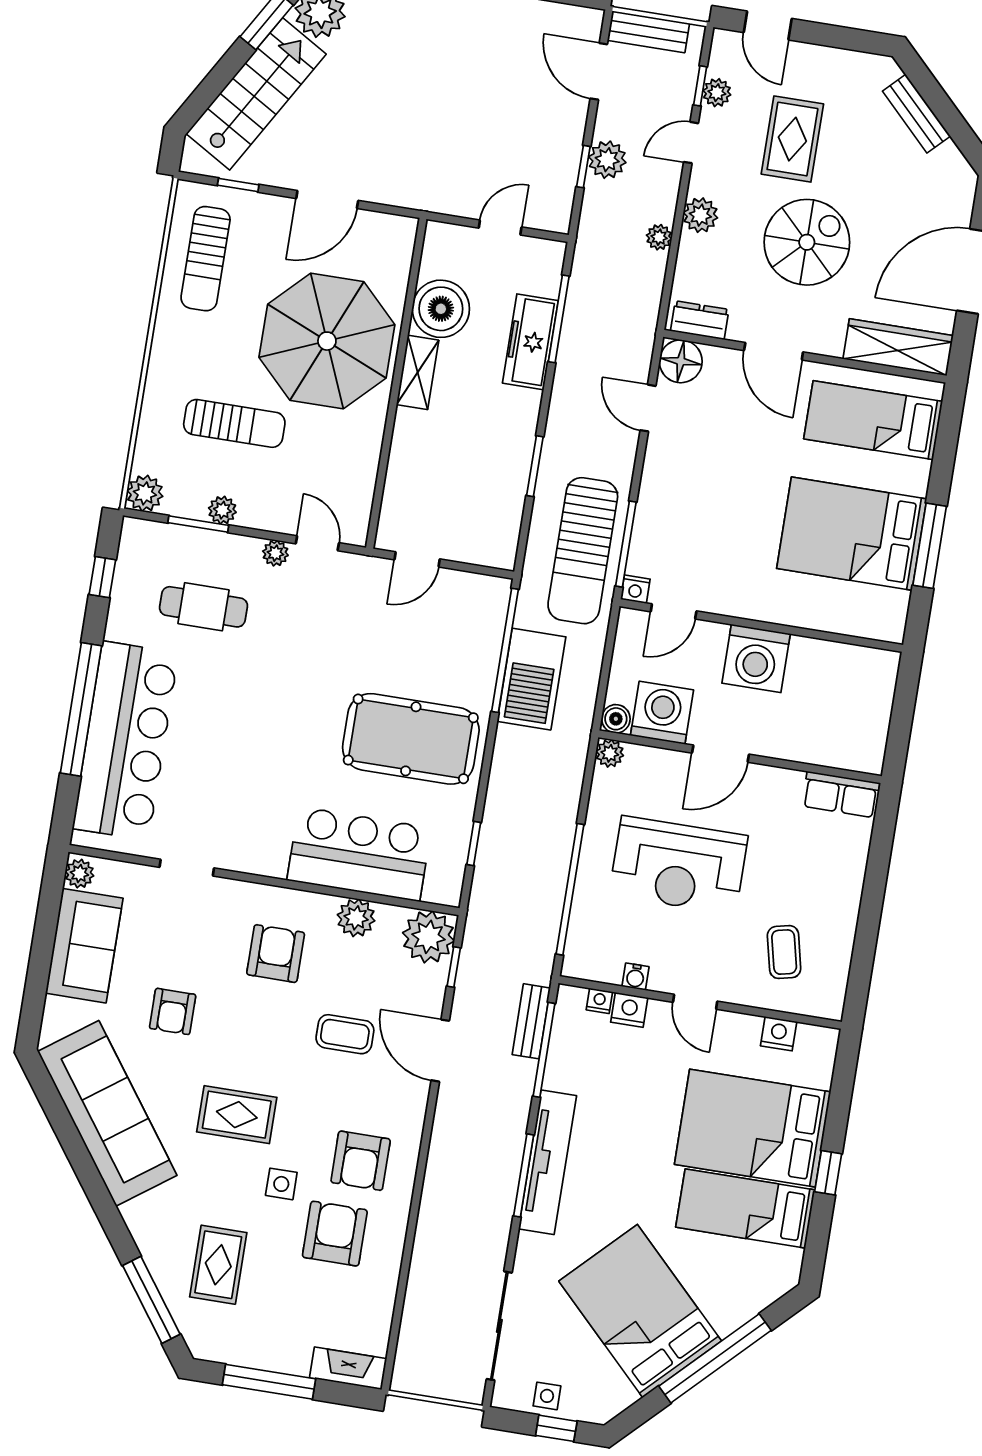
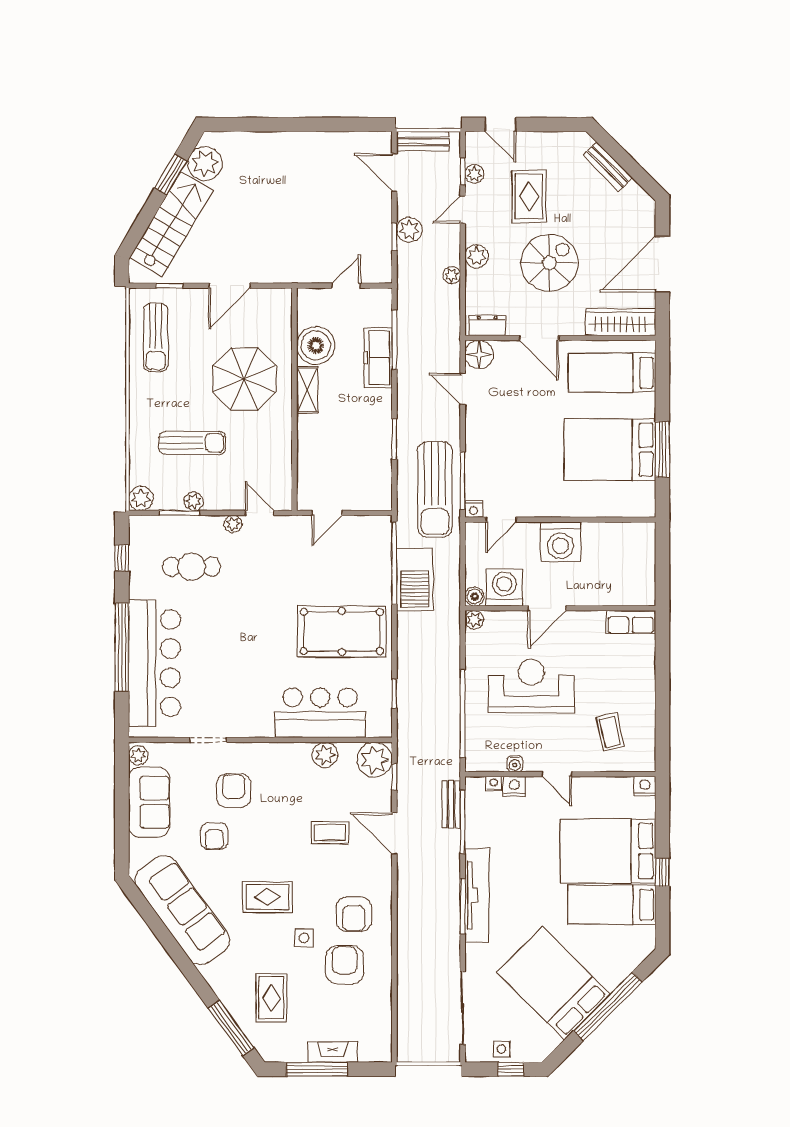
parasol: (327, 341) -> (244, 379), width x0.73, depth x0.73
reception desk: (678, 865) -> (531, 686), turned 180
armchair: (276, 954) -> (234, 791), moved
nightstand: (779, 1034) -> (645, 786), moved
fireplace: (348, 1368) -> (333, 1052), moved

